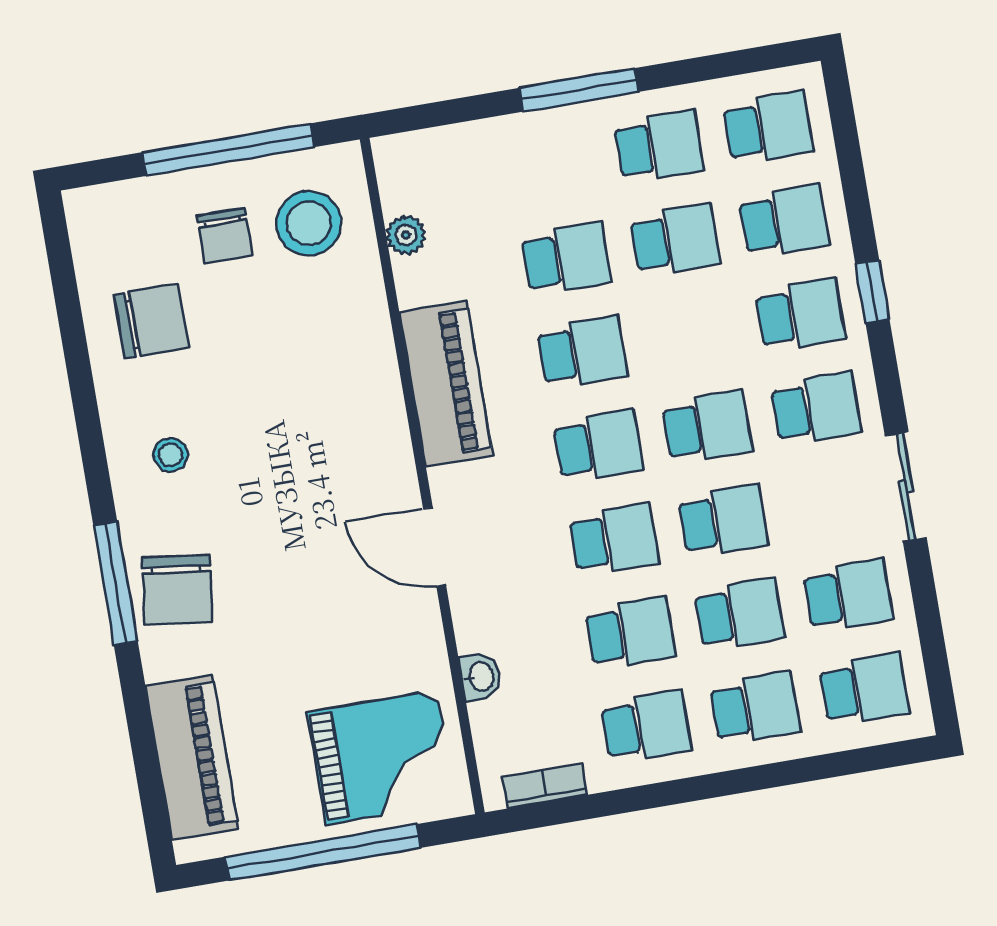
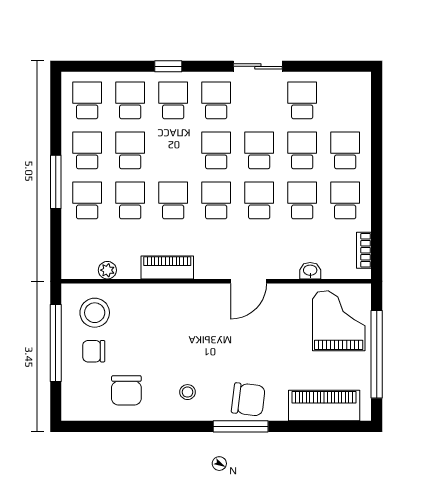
chair: (225, 236) -> (94, 351), turned 180
chair: (151, 321) -> (126, 390), turned 180
piano: (446, 384) -> (167, 267), width x0.73, depth x0.75
school desk: (864, 689) -> (87, 200), moved

